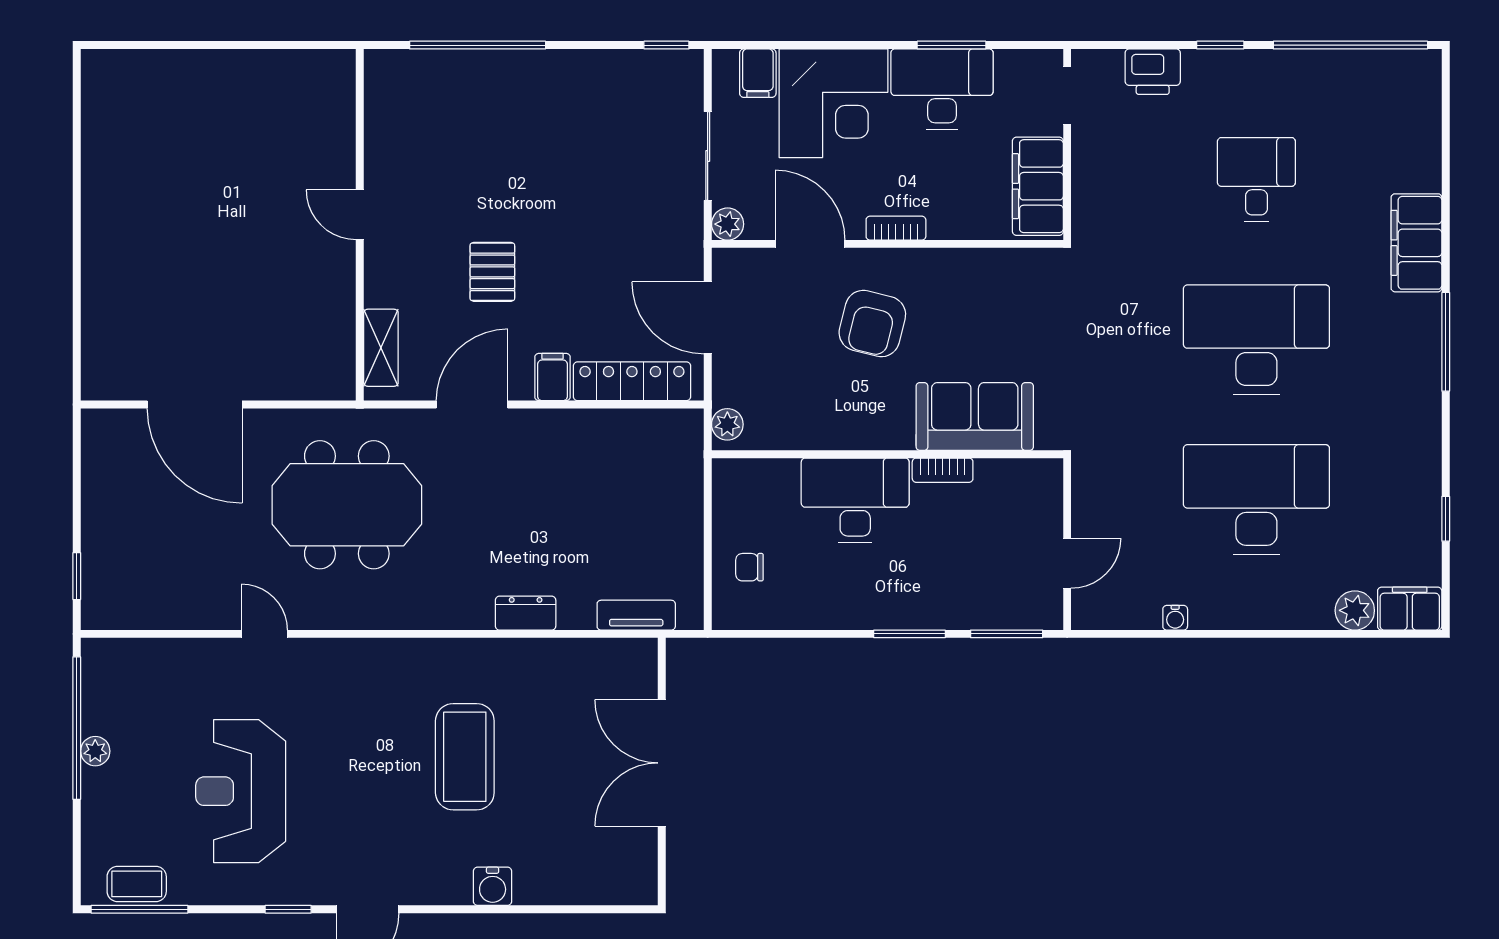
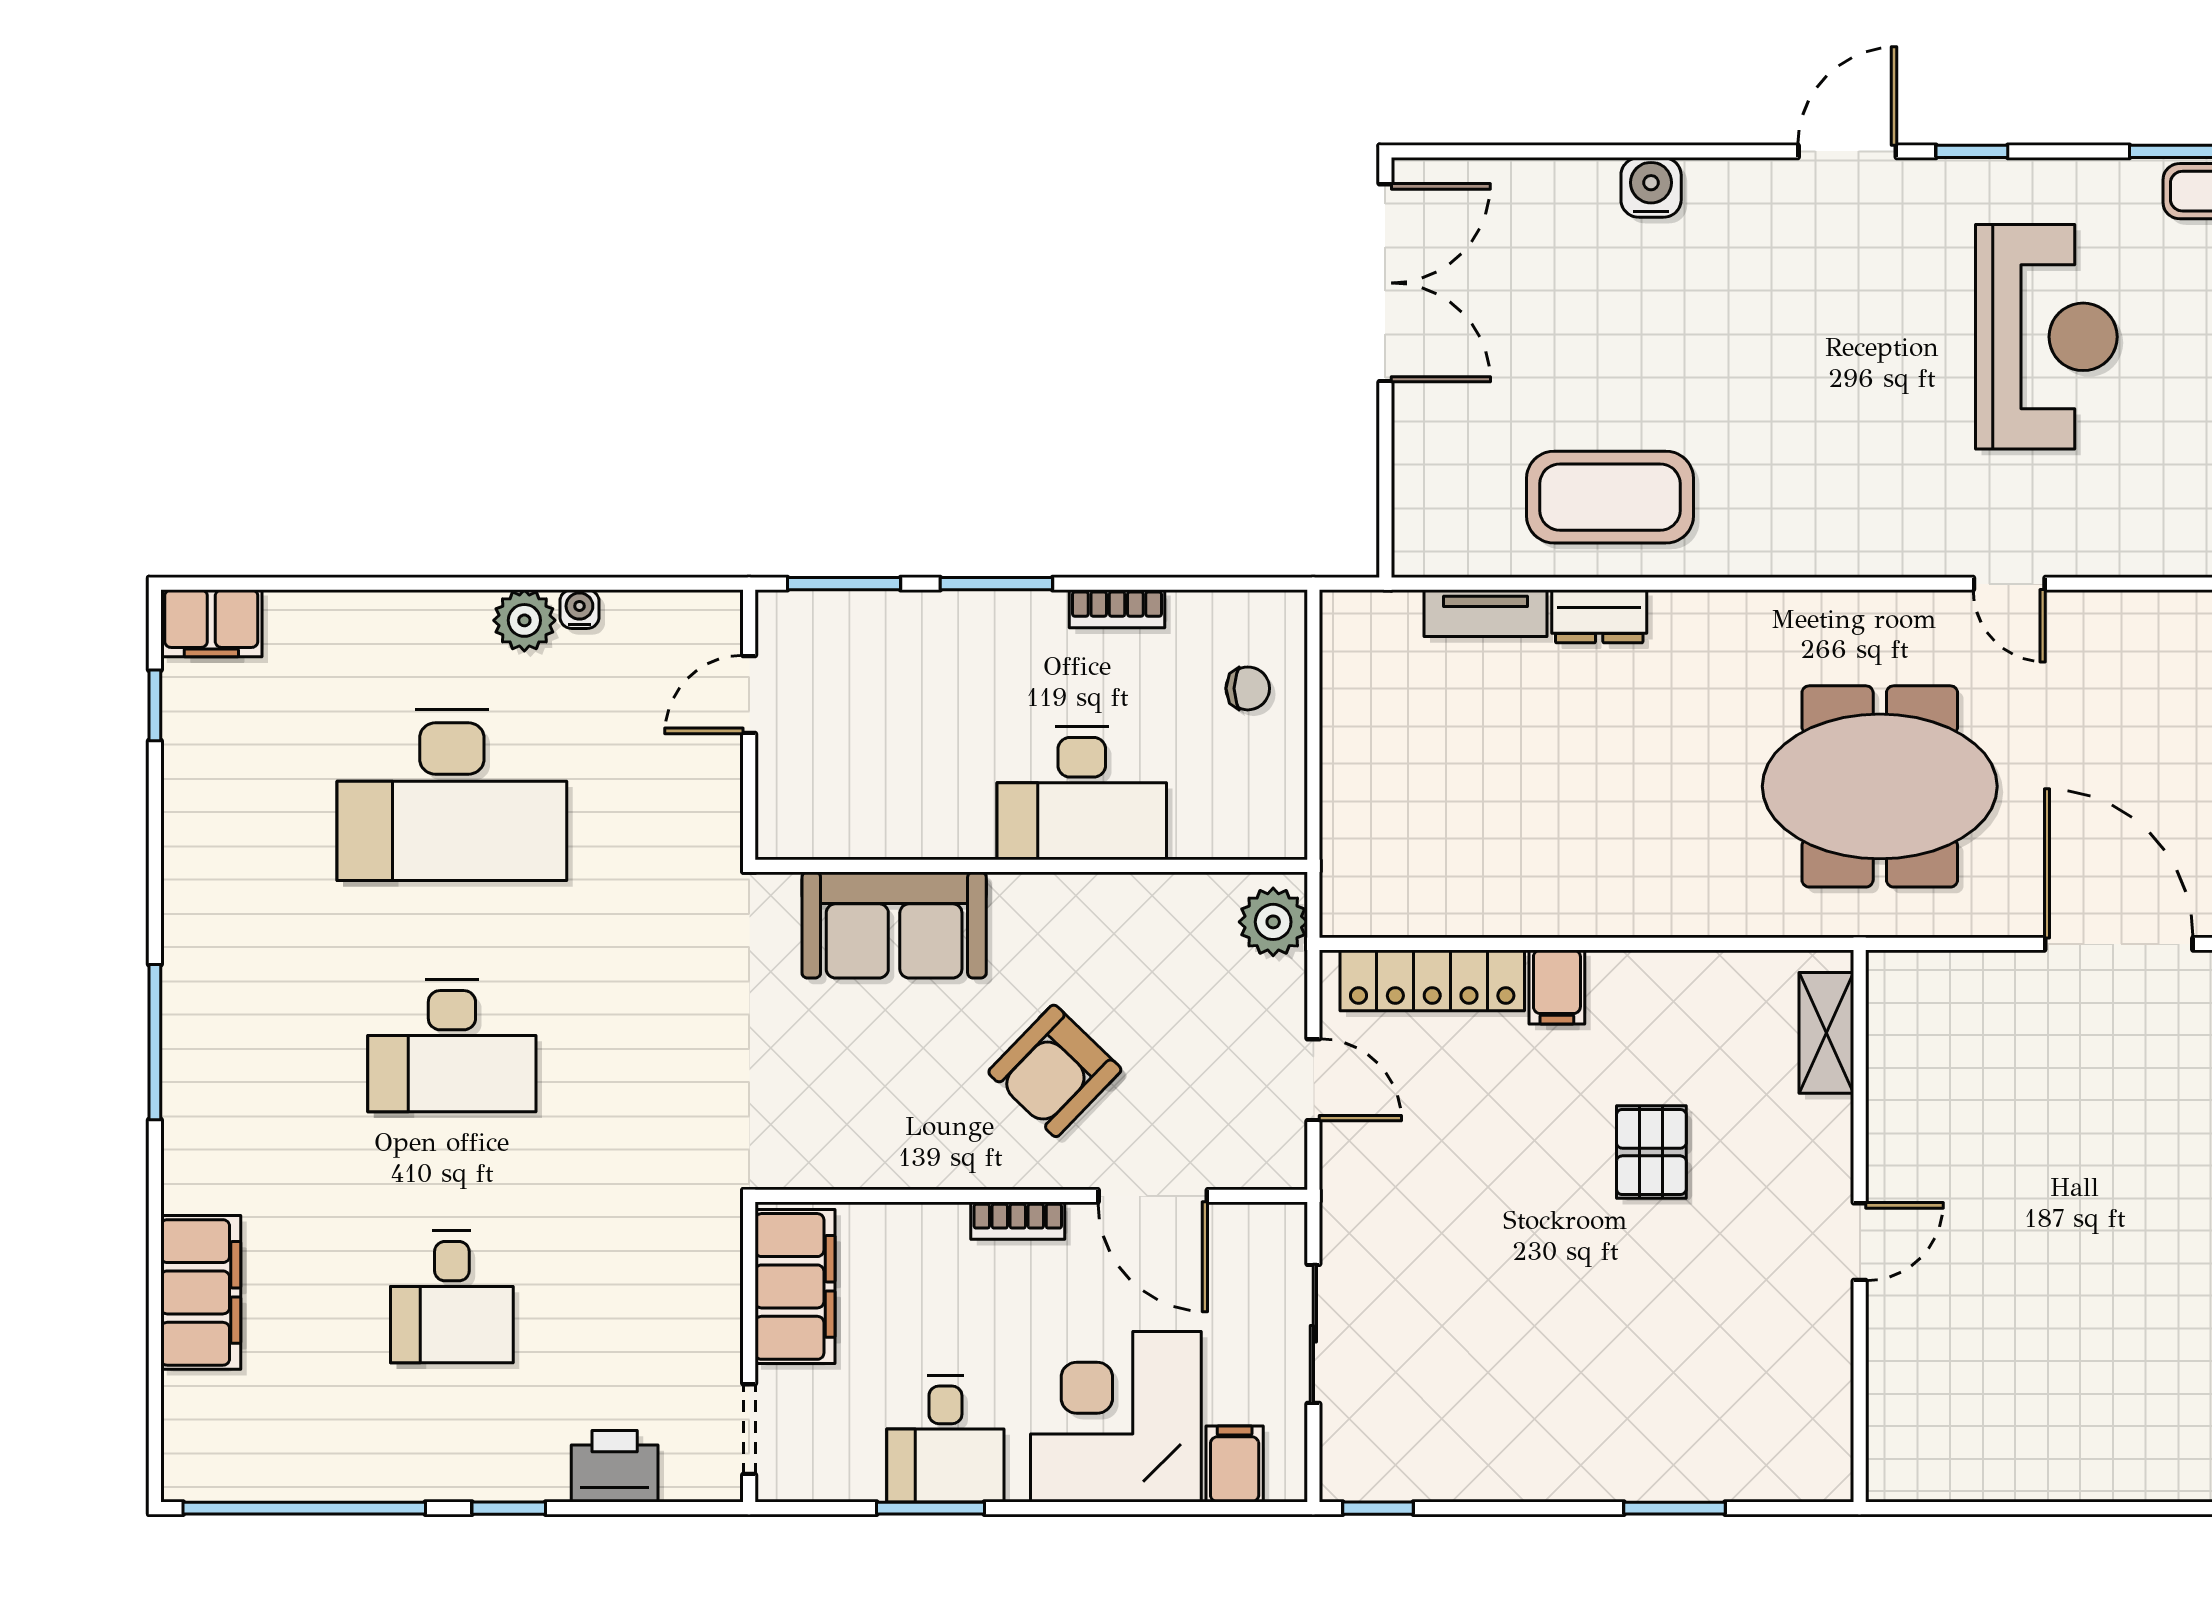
window: (478, 45) -> (1675, 1508), width x0.47
desk: (942, 89) -> (945, 1439), width x0.73
door: (360, 215) -> (1860, 1242), hinge flipped
plant: (728, 224) -> (1282, 1227), removed
filing cabinet: (1416, 243) -> (201, 1292), moved
door: (708, 318) -> (1313, 1080), width x0.73
armchair: (872, 324) -> (1055, 1071), turned -150
desk: (1256, 339) -> (452, 1046), width x0.73, depth x0.77
door: (472, 404) -> (1683, 944), removed
plant: (727, 424) -> (1273, 922), width x1.38, depth x1.38
bookcase: (943, 470) -> (1117, 609), moved, turned 180
window: (1446, 519) -> (155, 705), moved
plant: (1355, 610) -> (524, 620), moved
tv unit: (636, 615) -> (1486, 613), moved
coffee table: (465, 757) -> (1610, 497), moved, turned 90
double door: (662, 763) -> (1385, 283), moved

